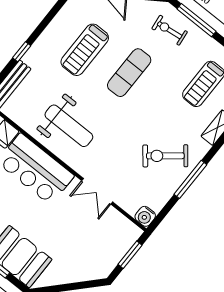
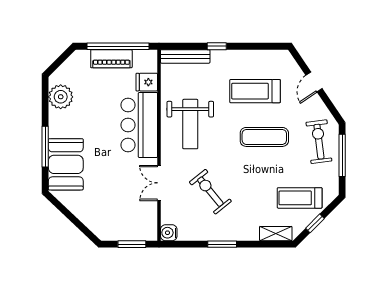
exercise bike: (170, 30) -> (319, 142), width x1.38, depth x1.39
exercise bike: (165, 156) -> (210, 192), moved
window: (190, 179) -> (222, 244), width x0.69

